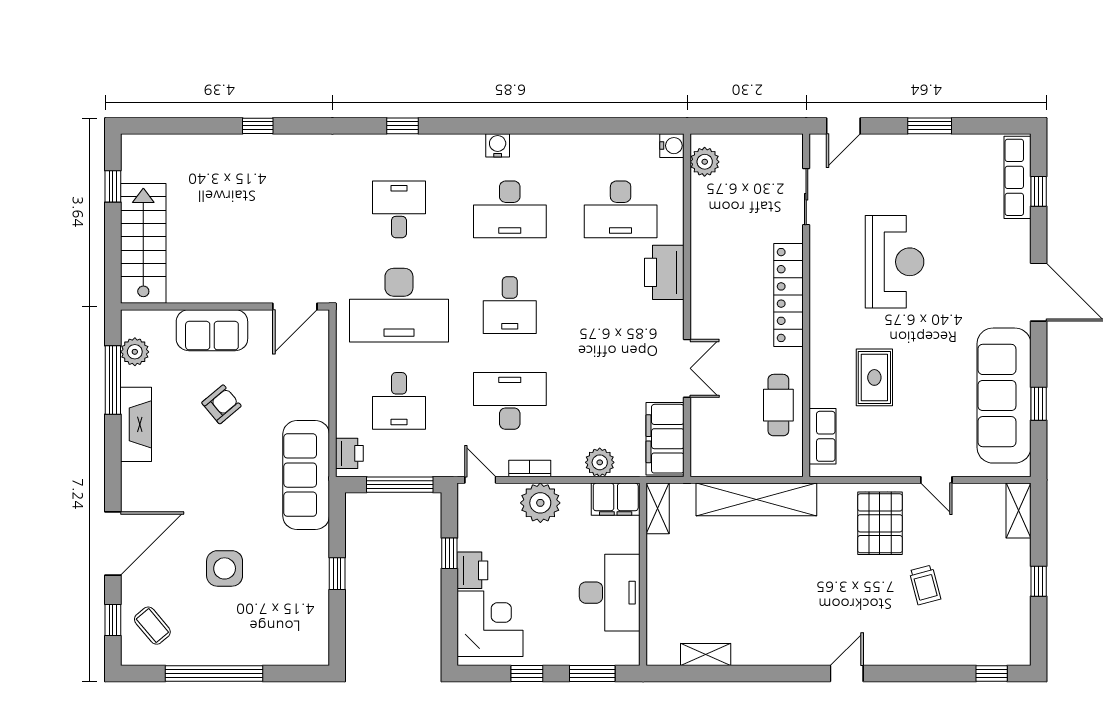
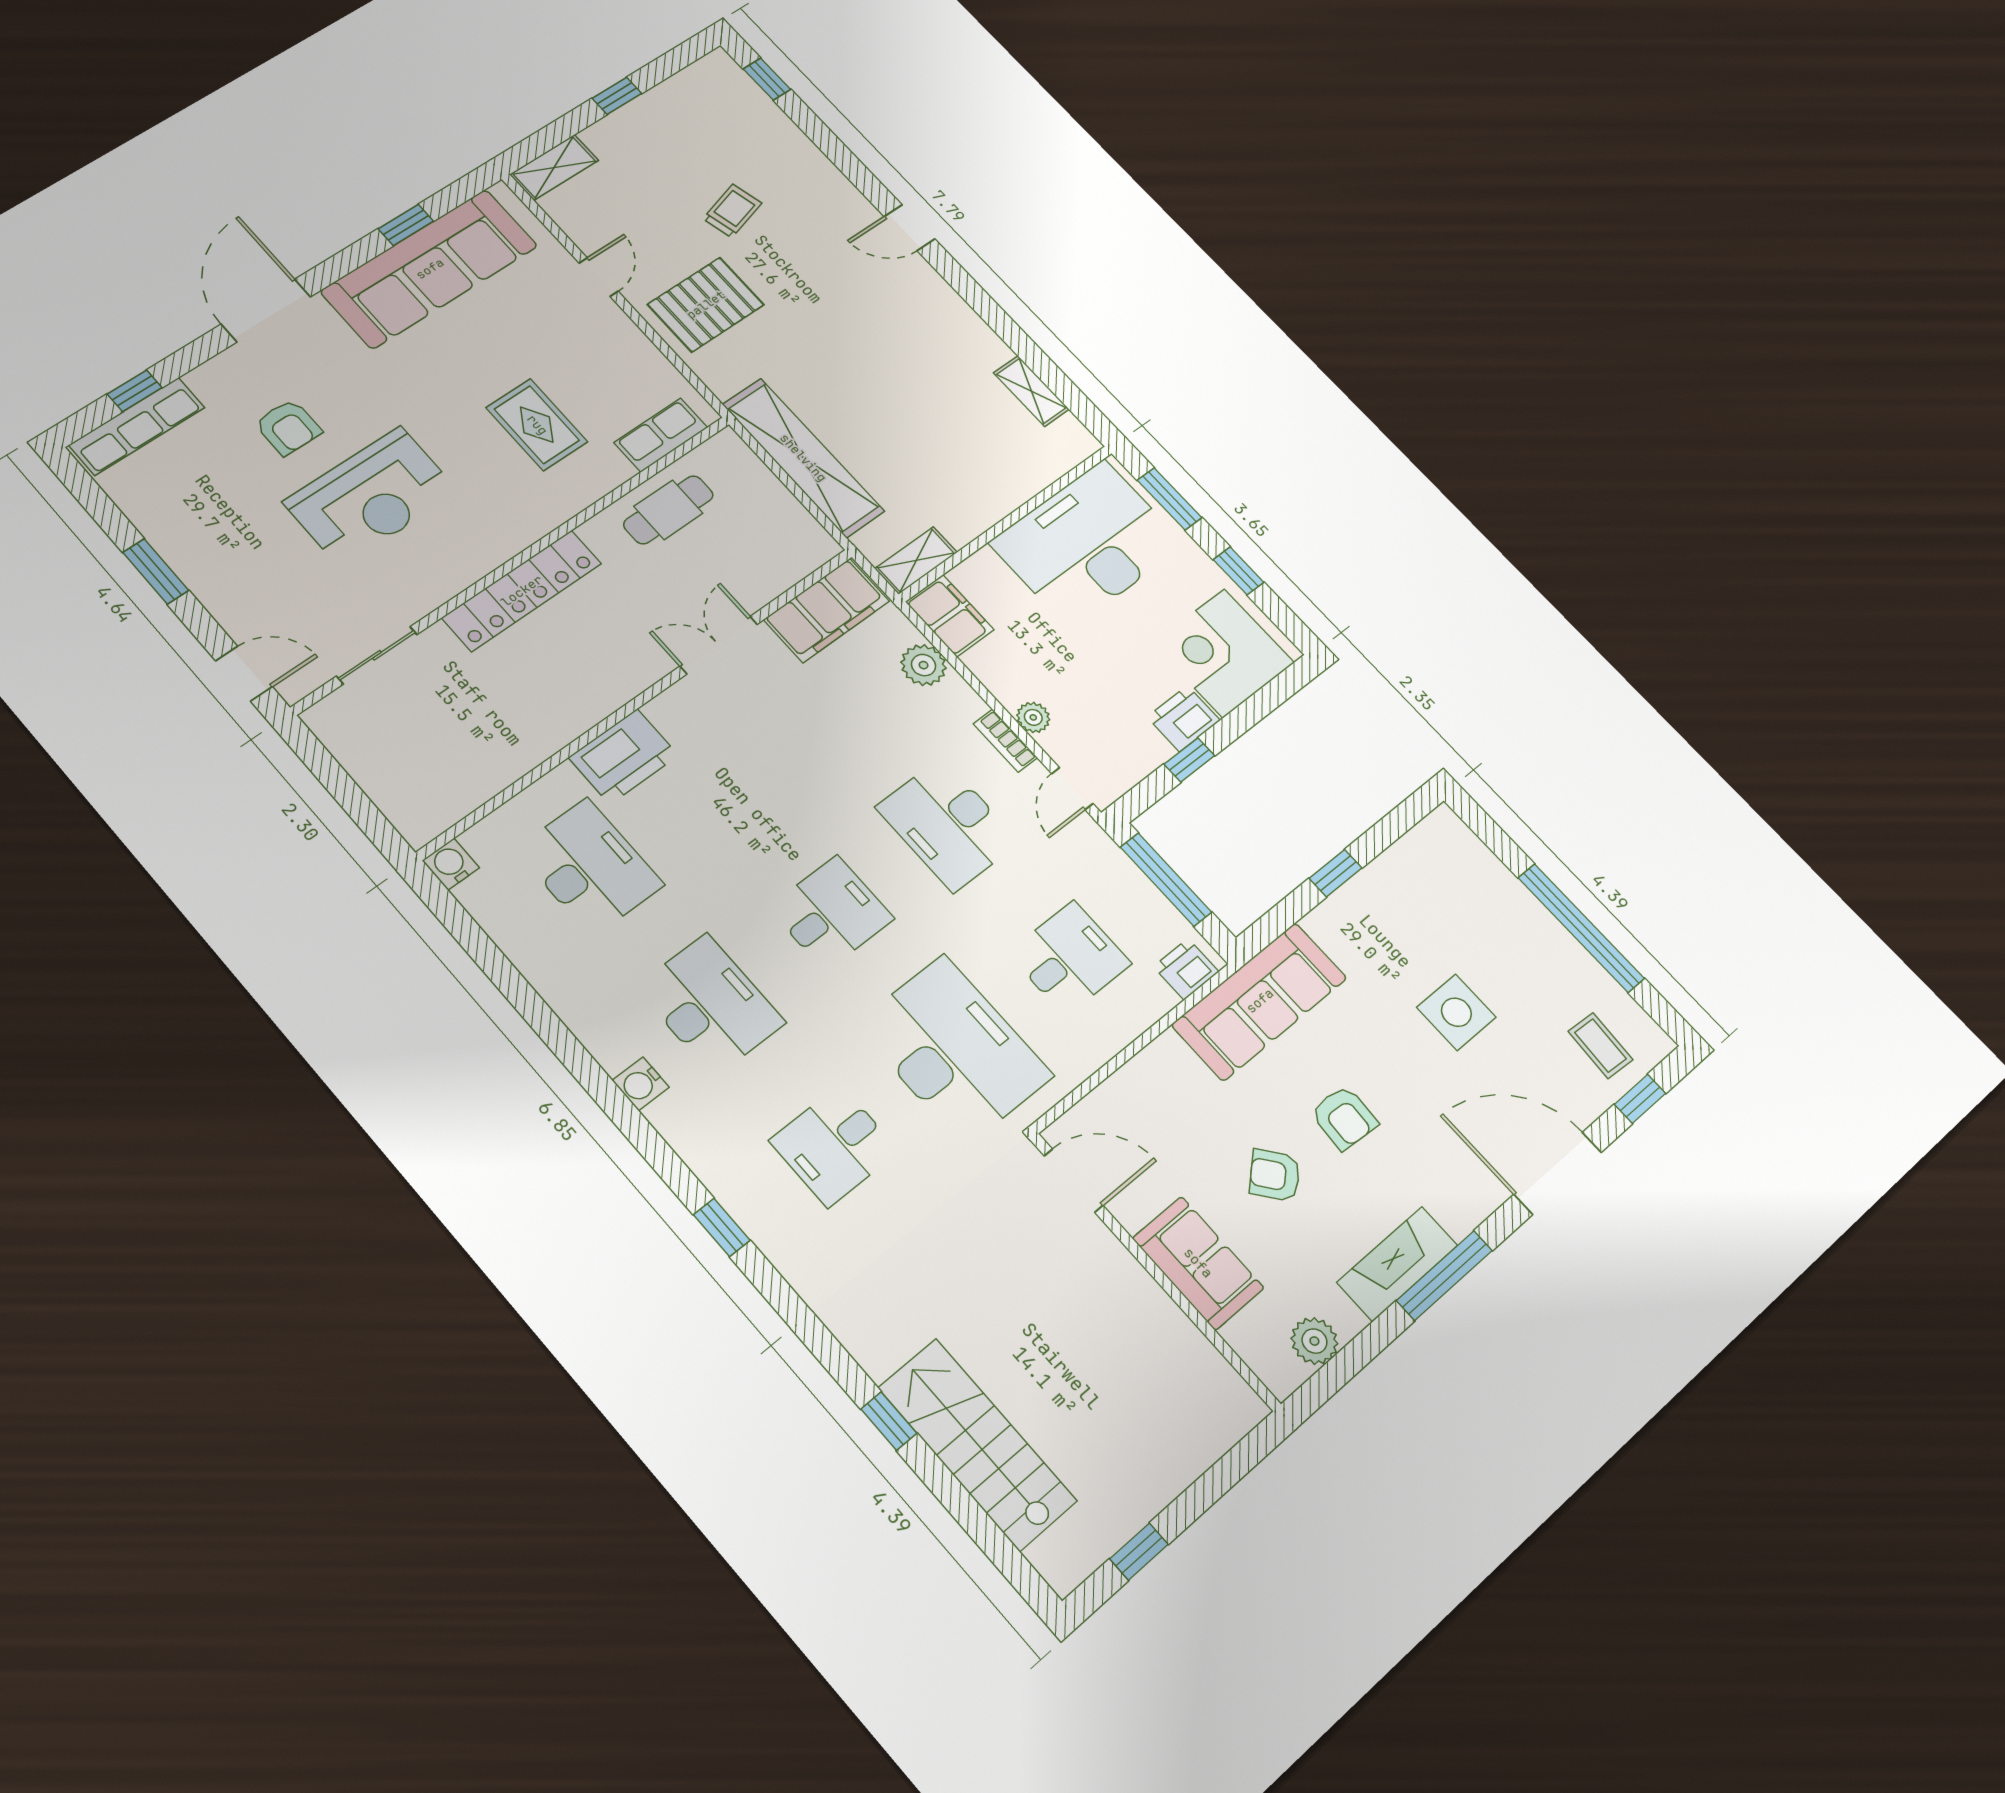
plant: (705, 162) -> (437, 809), removed
stairs: (143, 243) -> (977, 1444), moved, turned 90
armchair: (963, 251) -> (288, 427), added
reception desk: (895, 262) -> (371, 497), turned 180
rug: (874, 377) -> (537, 425), turned 90
window: (113, 380) -> (1445, 1275), moved
armchair: (221, 464) -> (1344, 1118), added
plant: (540, 503) -> (1033, 717), width x0.53, depth x0.53
desk: (610, 593) -> (1087, 543), width x1.36, depth x1.30
coffee table: (152, 626) -> (1600, 1046), turned -46

